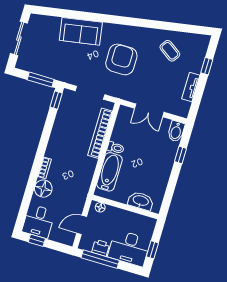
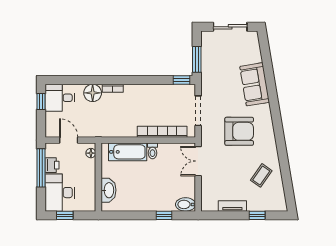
double door: (149, 110) -> (198, 161), moved

